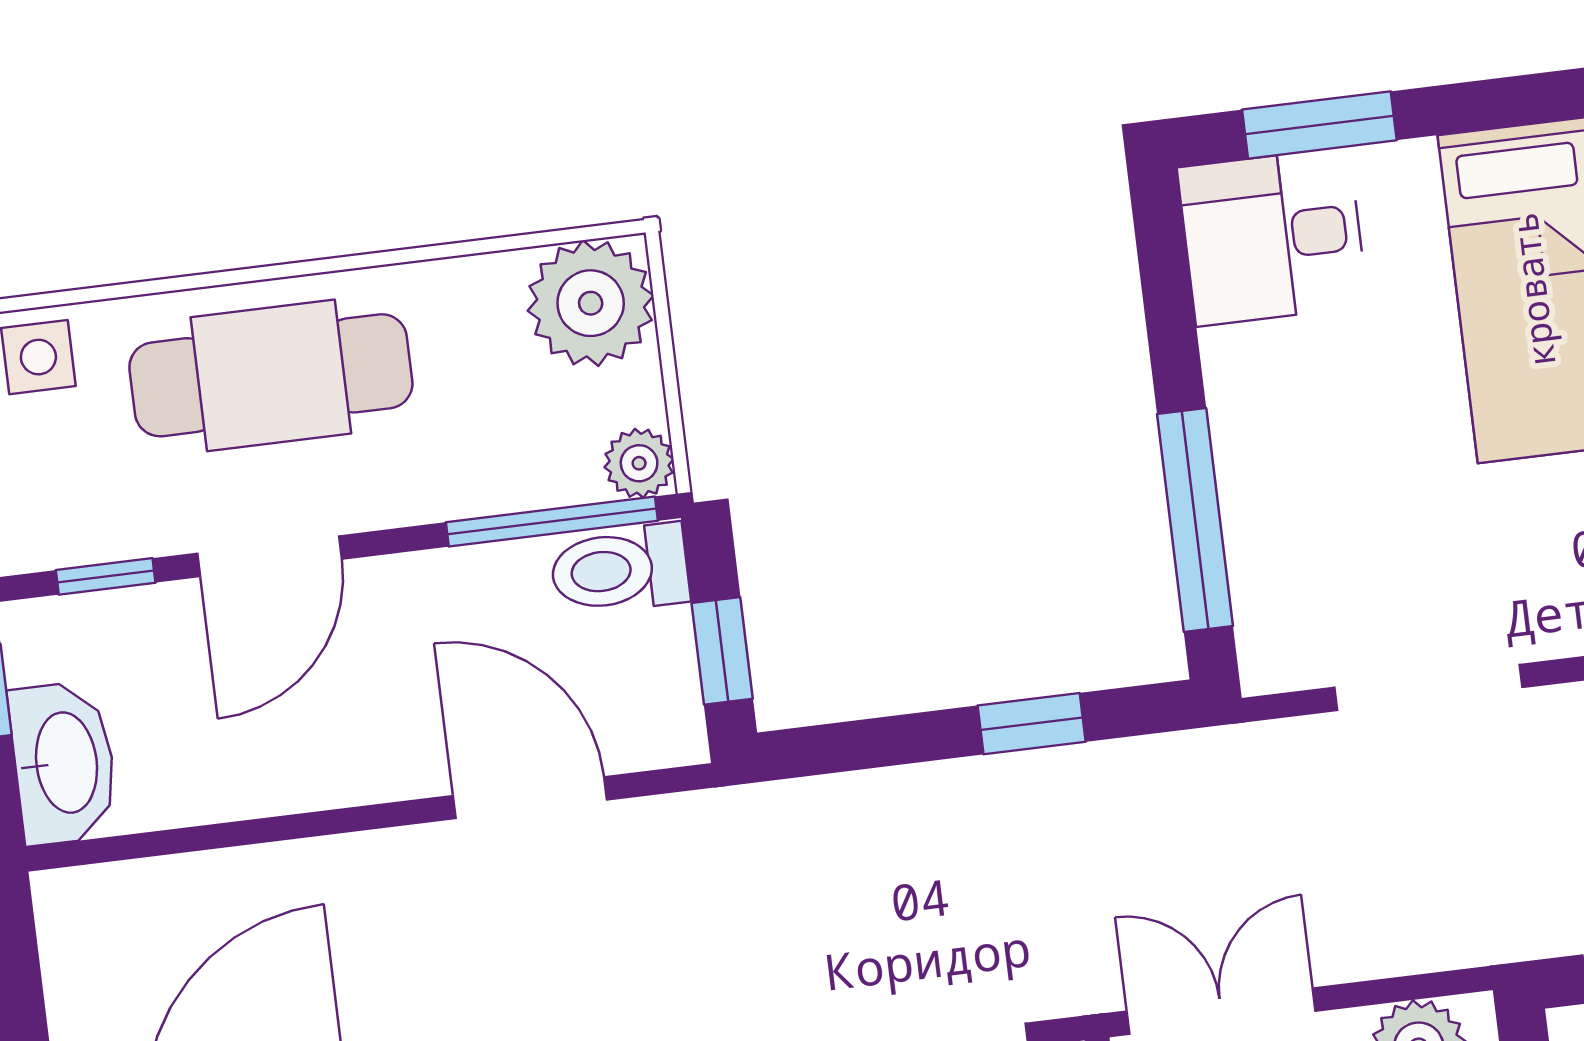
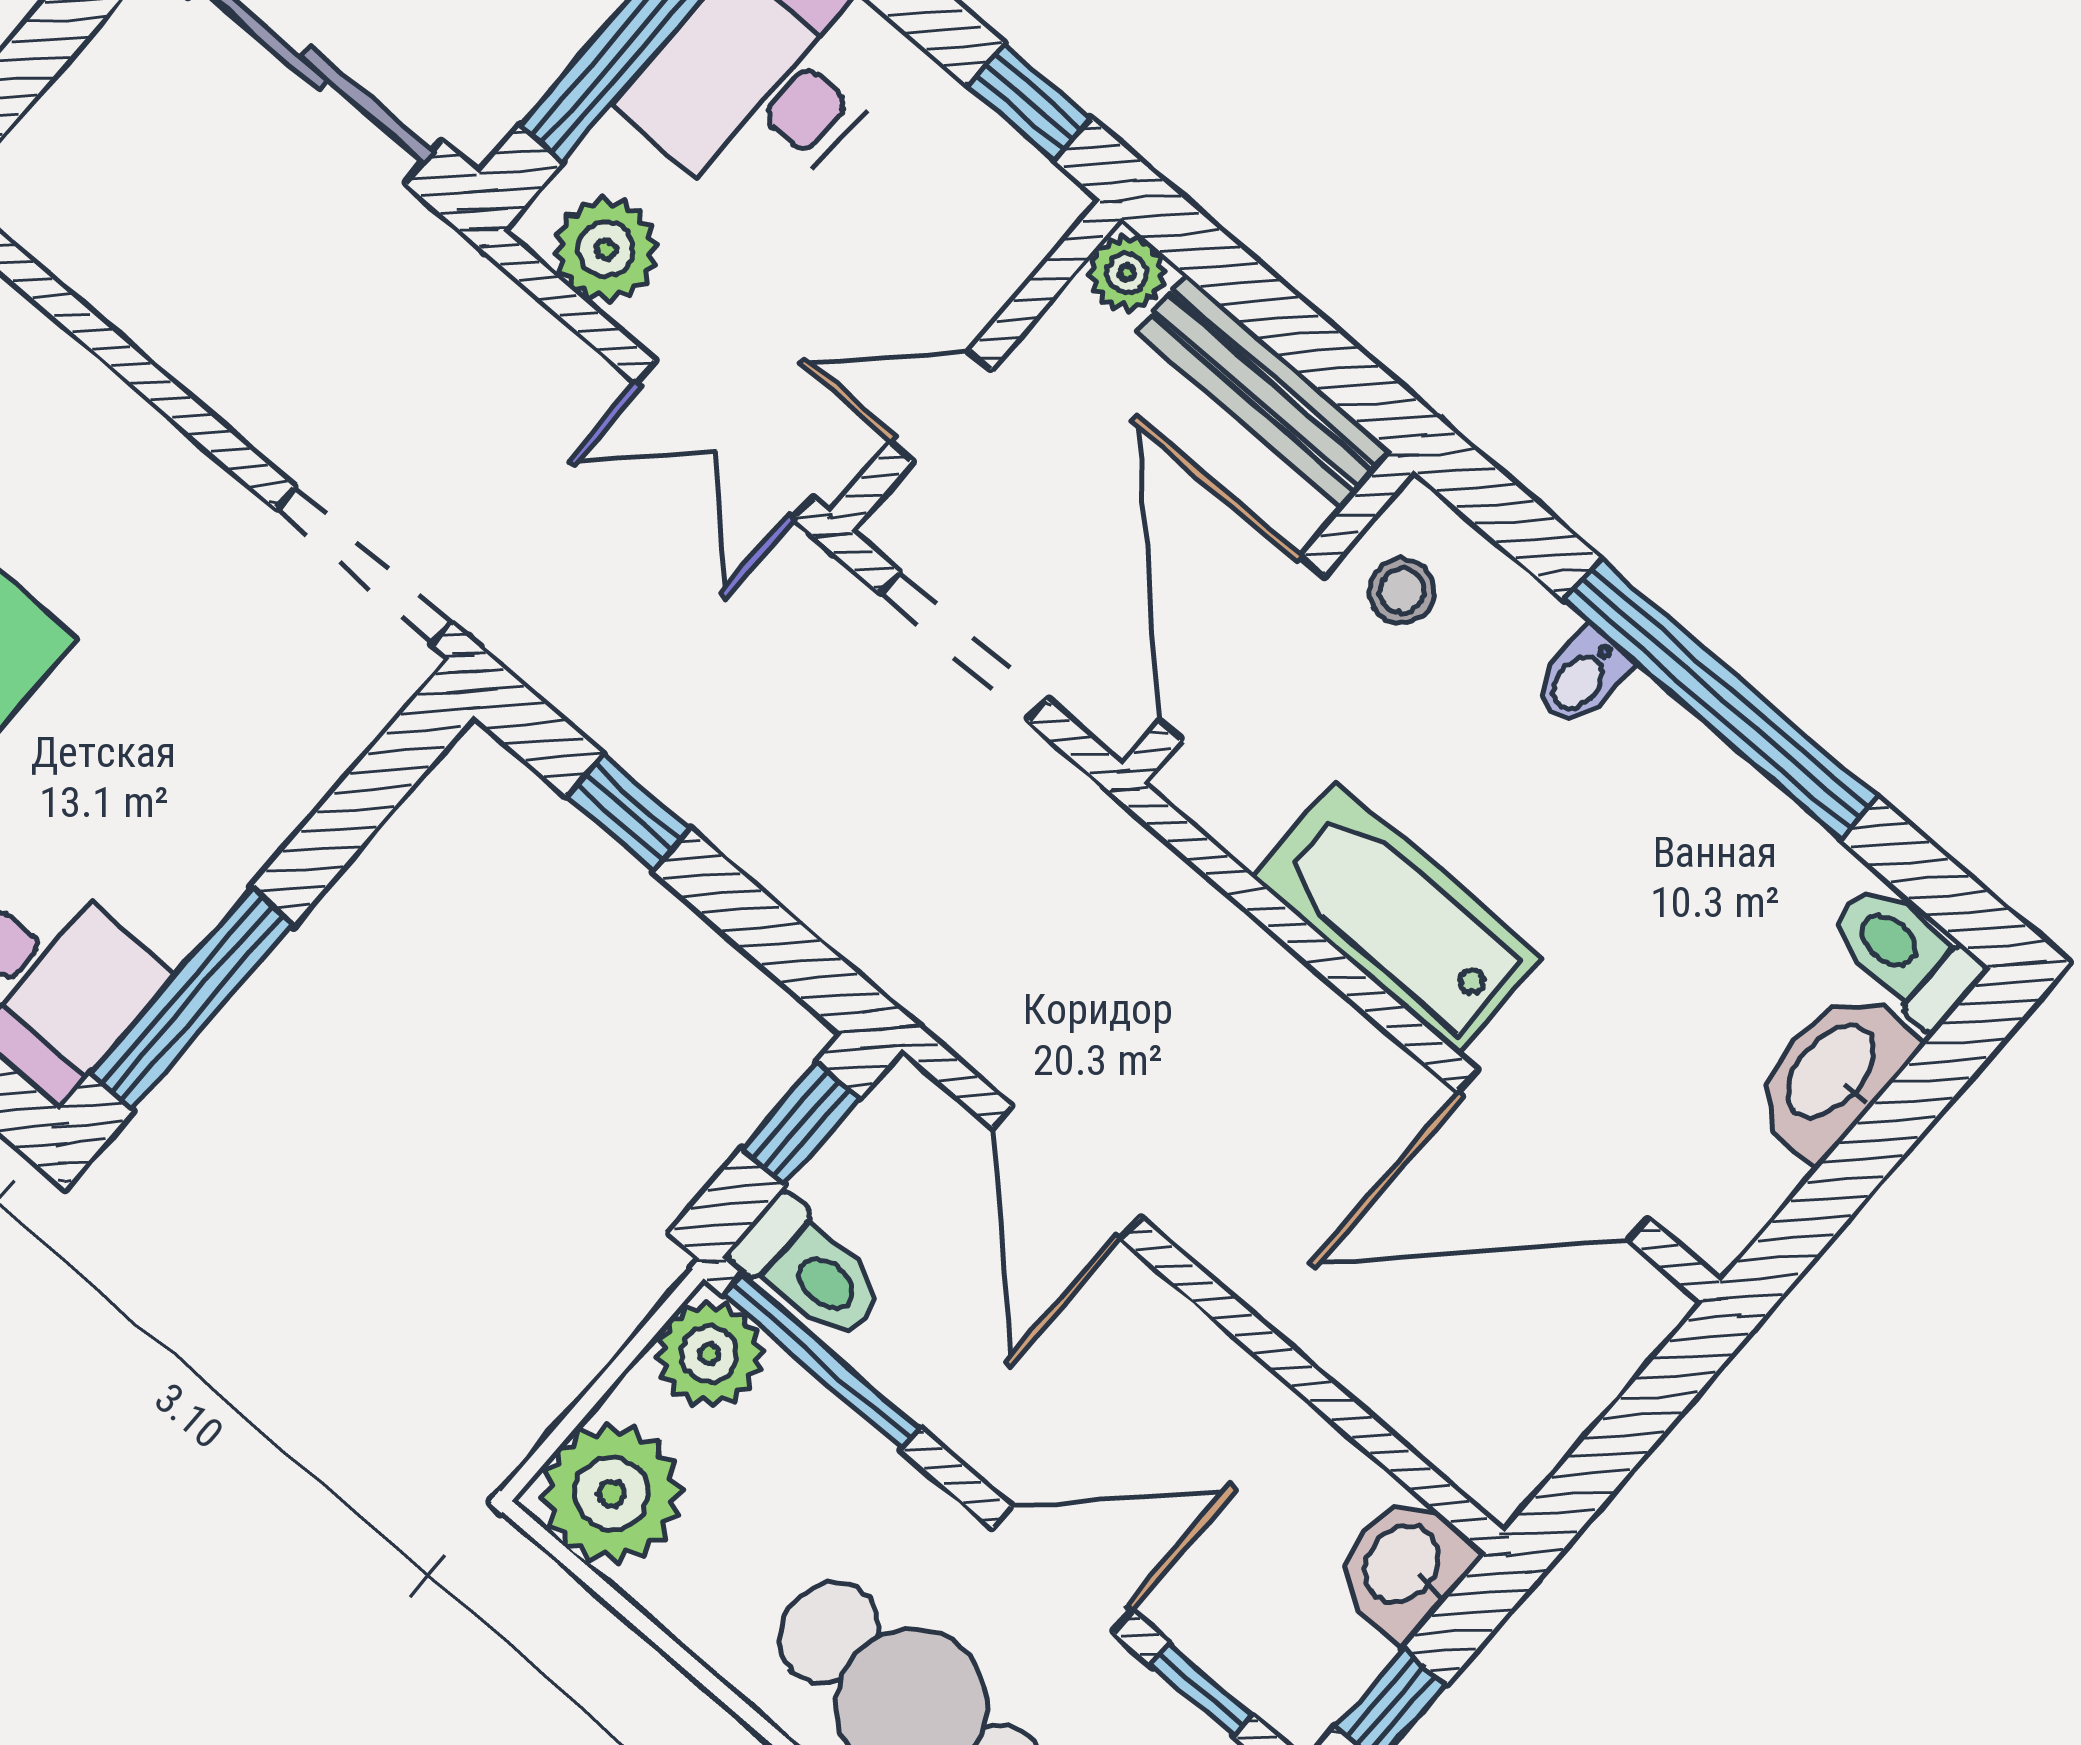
plant: (639, 463) -> (709, 1354), width x1.38, depth x1.38
window: (1195, 520) -> (192, 999), moved
doorway: (1429, 687) -> (364, 566), moved
washbasin: (64, 763) -> (1404, 1566), width x0.72

